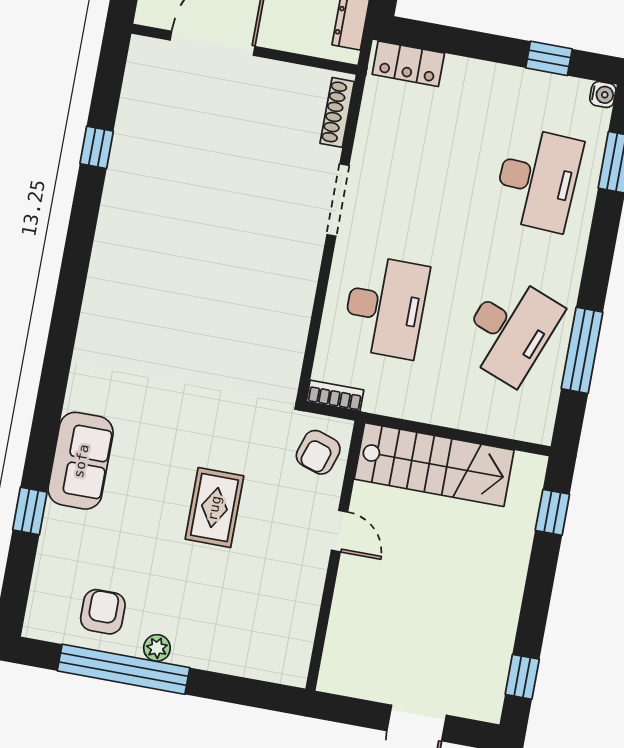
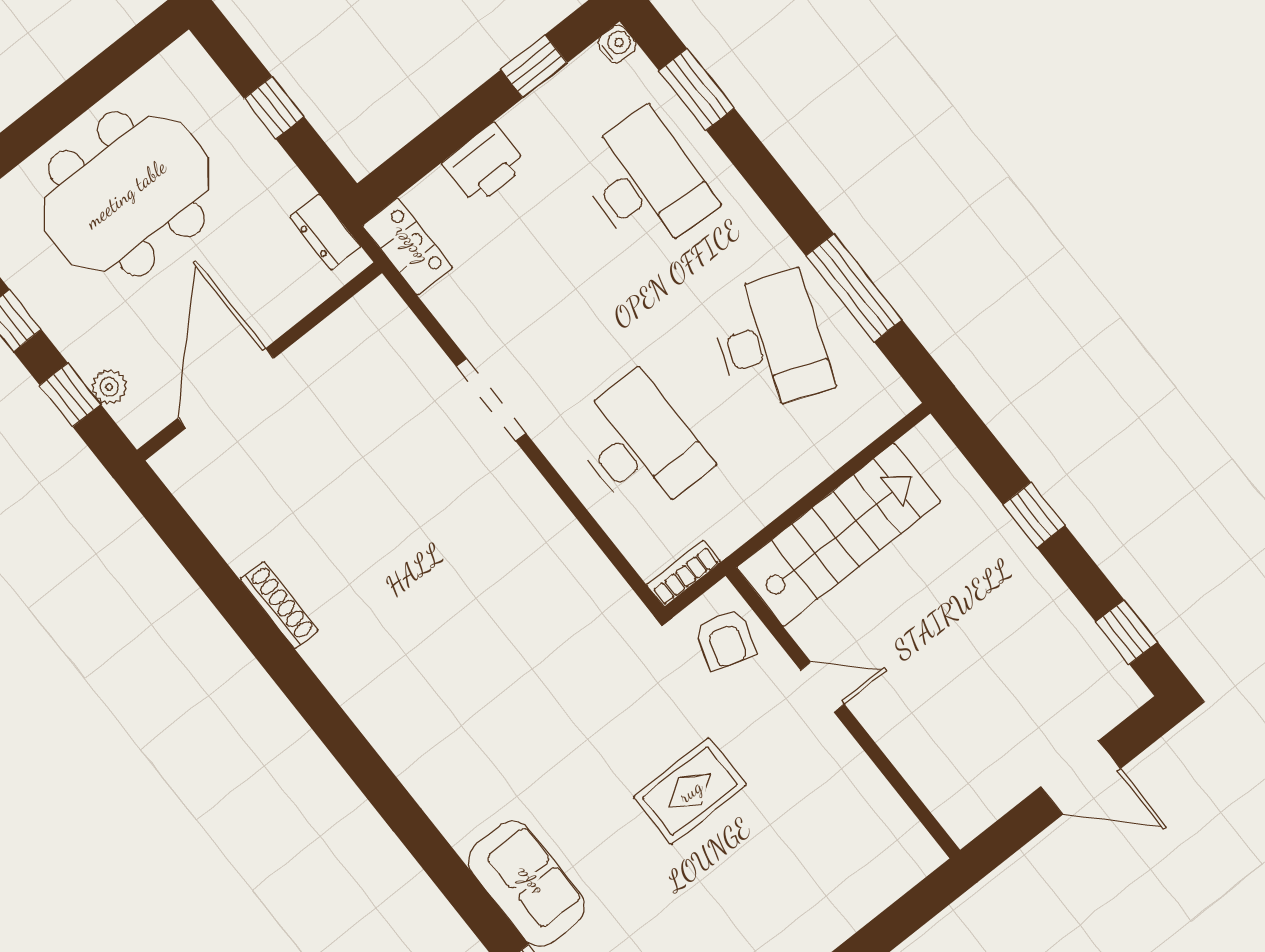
locker: (408, 64) -> (407, 247), moved, turned -90
printer: (469, 79) -> (485, 164), added
shoe rack: (337, 112) -> (279, 605), moved, turned 180
window: (97, 147) -> (228, 594), removed
rug: (214, 508) -> (690, 791), turned 90
window: (552, 512) -> (1034, 515), moved

